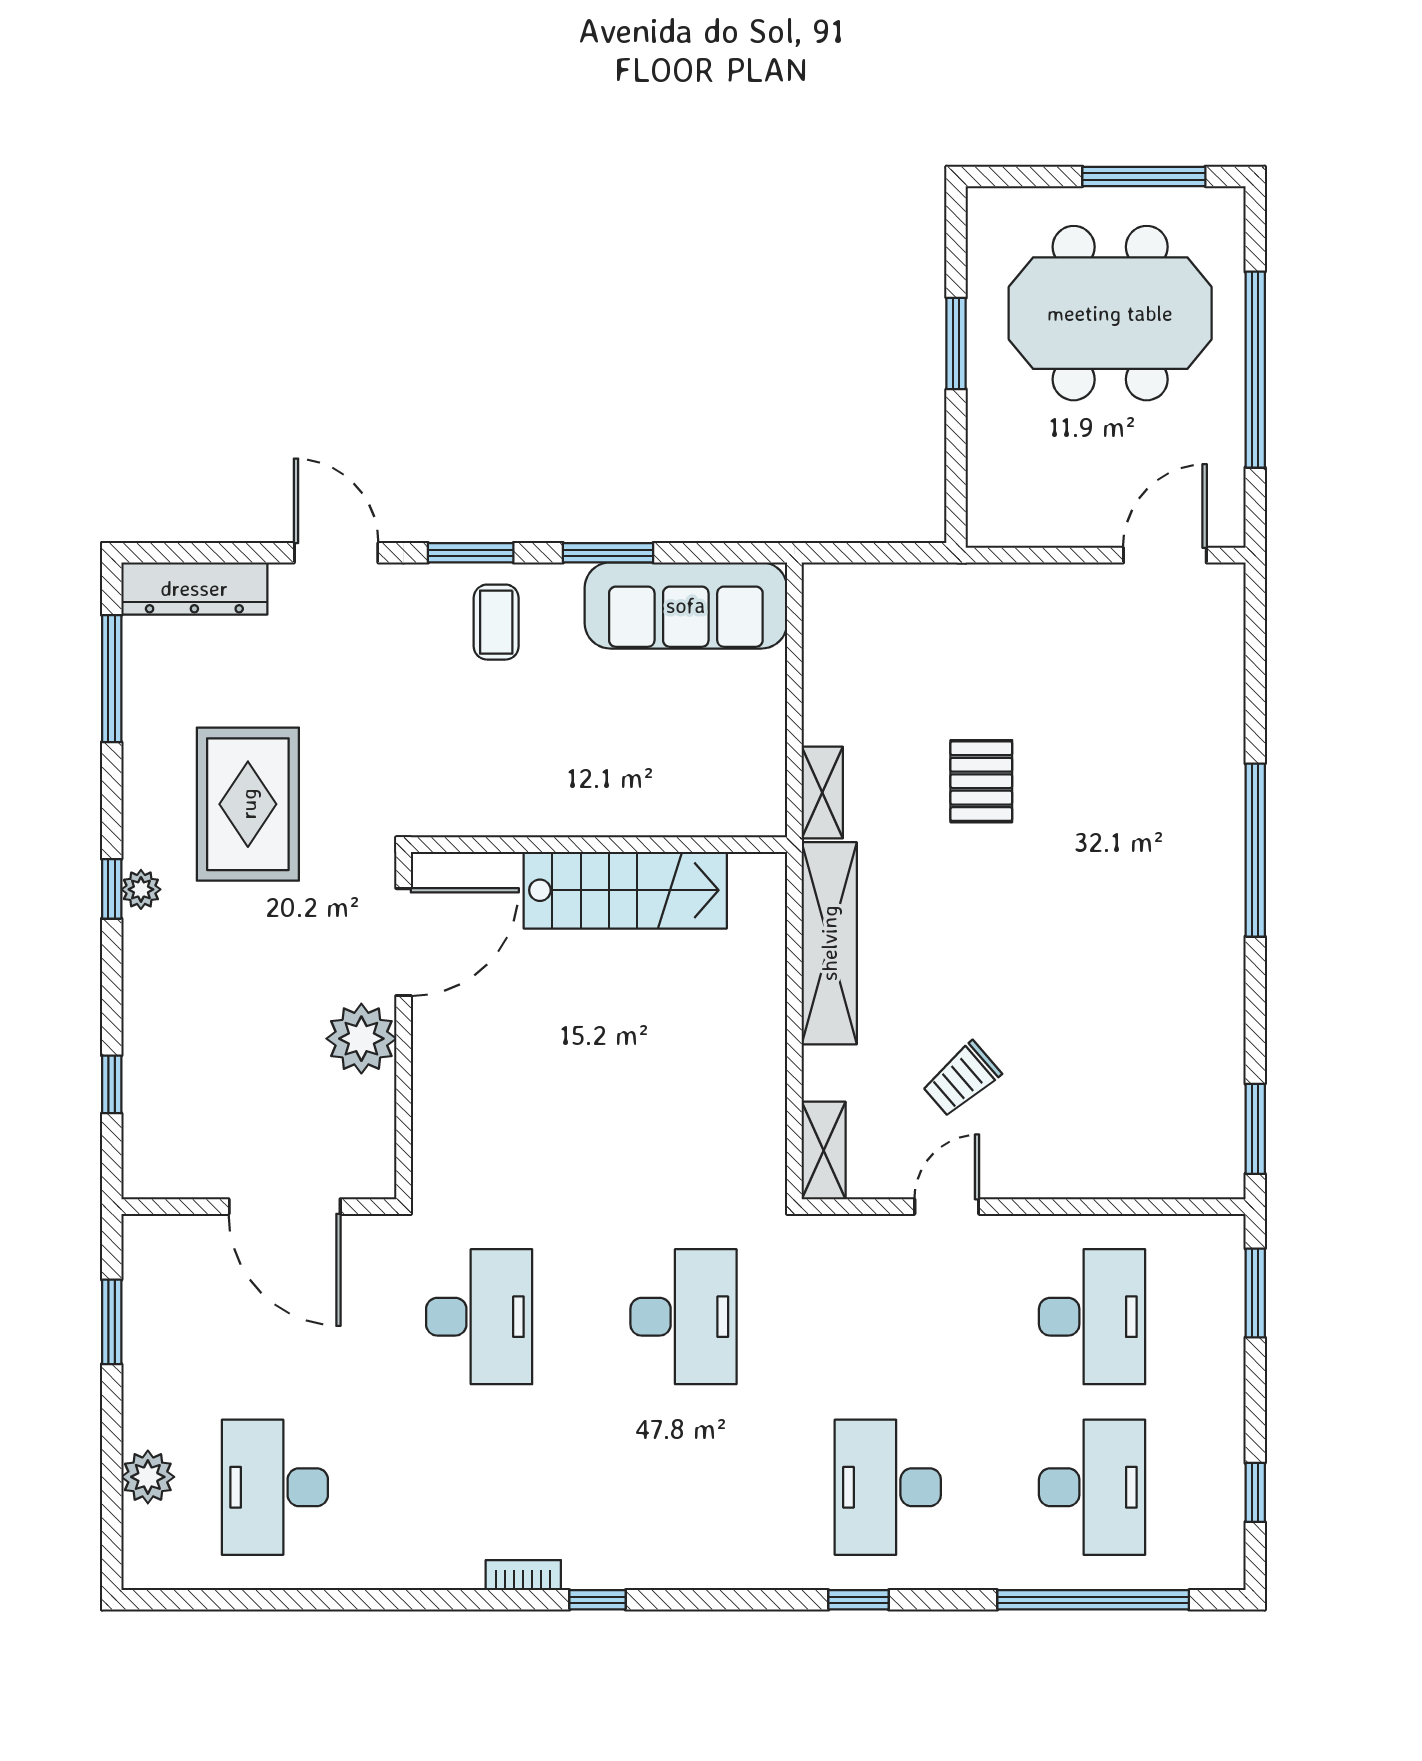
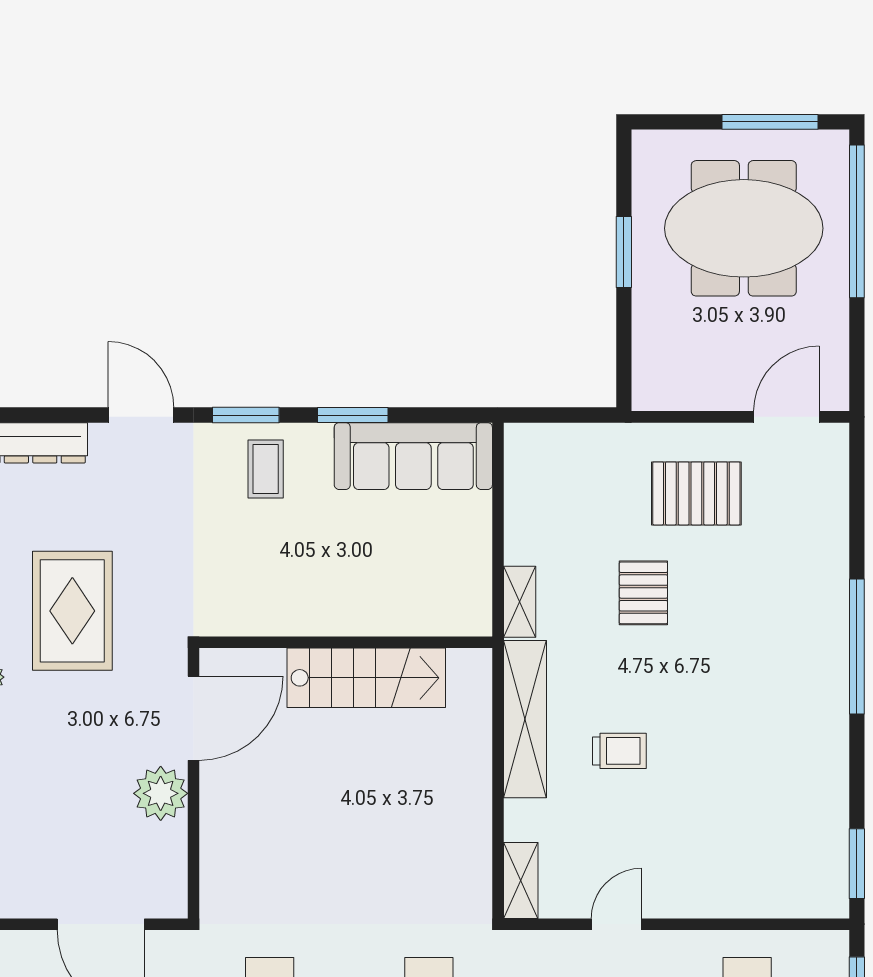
window: (1255, 370) -> (857, 221), moved
pallet: (1049, 653) -> (696, 493), added
trolley: (962, 1079) -> (619, 751), moved, turned -139

